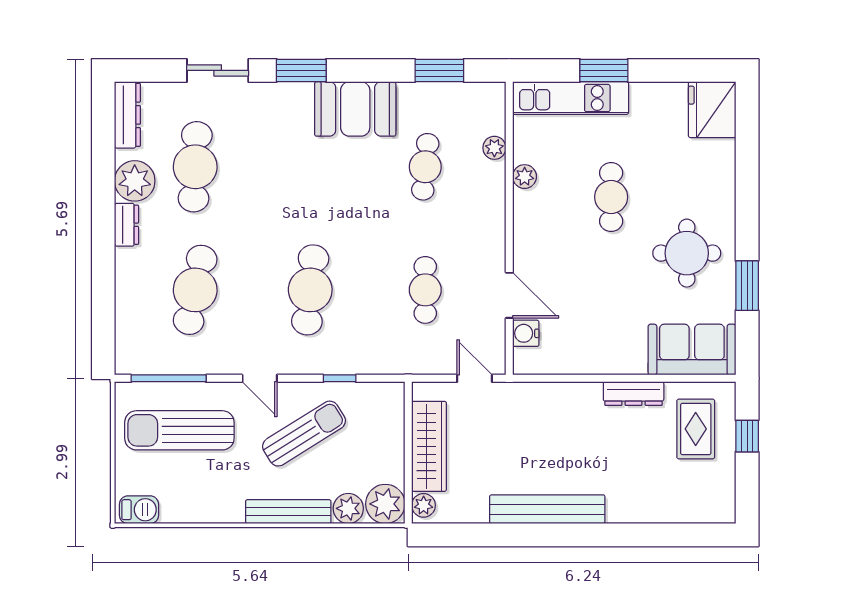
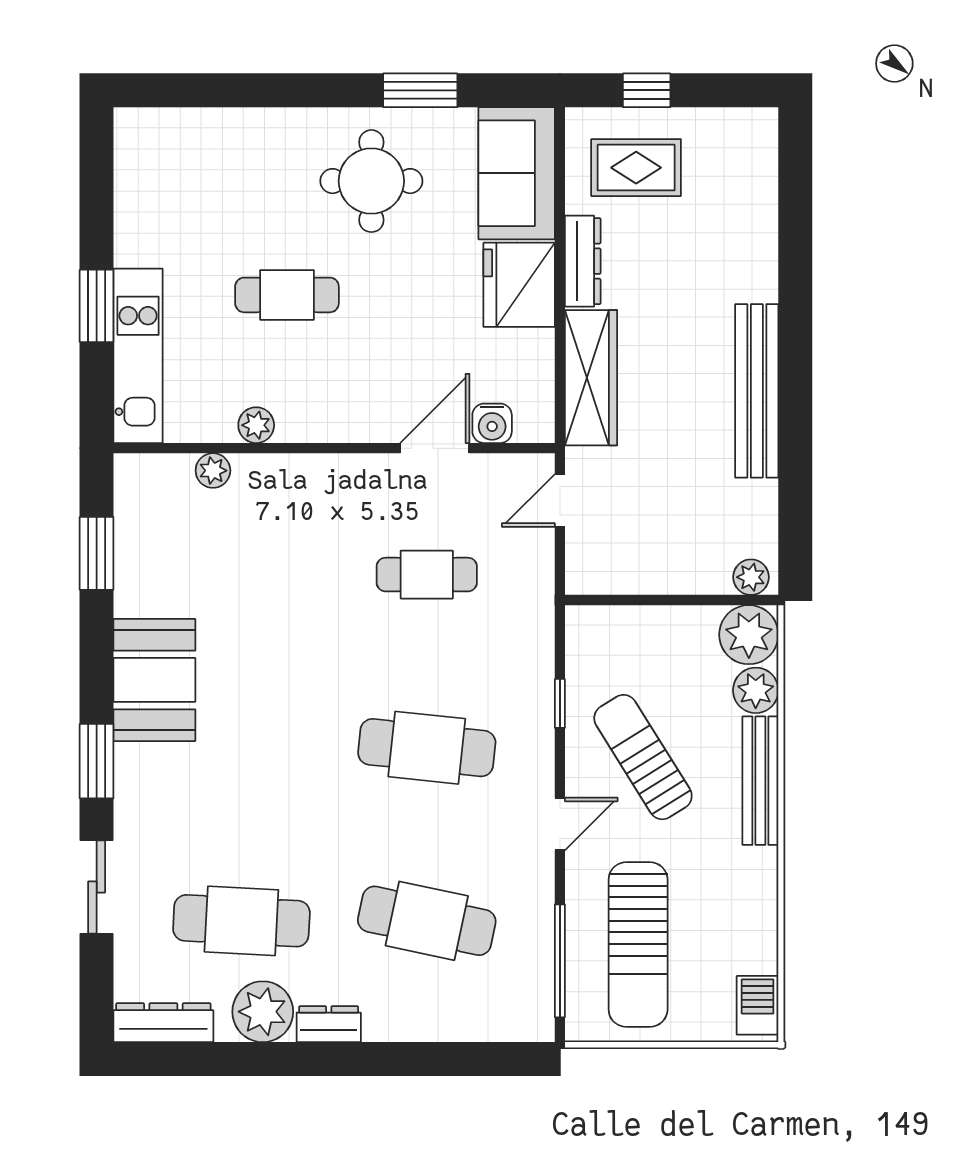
fridge: (712, 110) -> (519, 285), moved, turned 90
cafe table: (425, 167) -> (241, 575), removed
wardrobe: (429, 446) -> (591, 378), moved, turned 90

